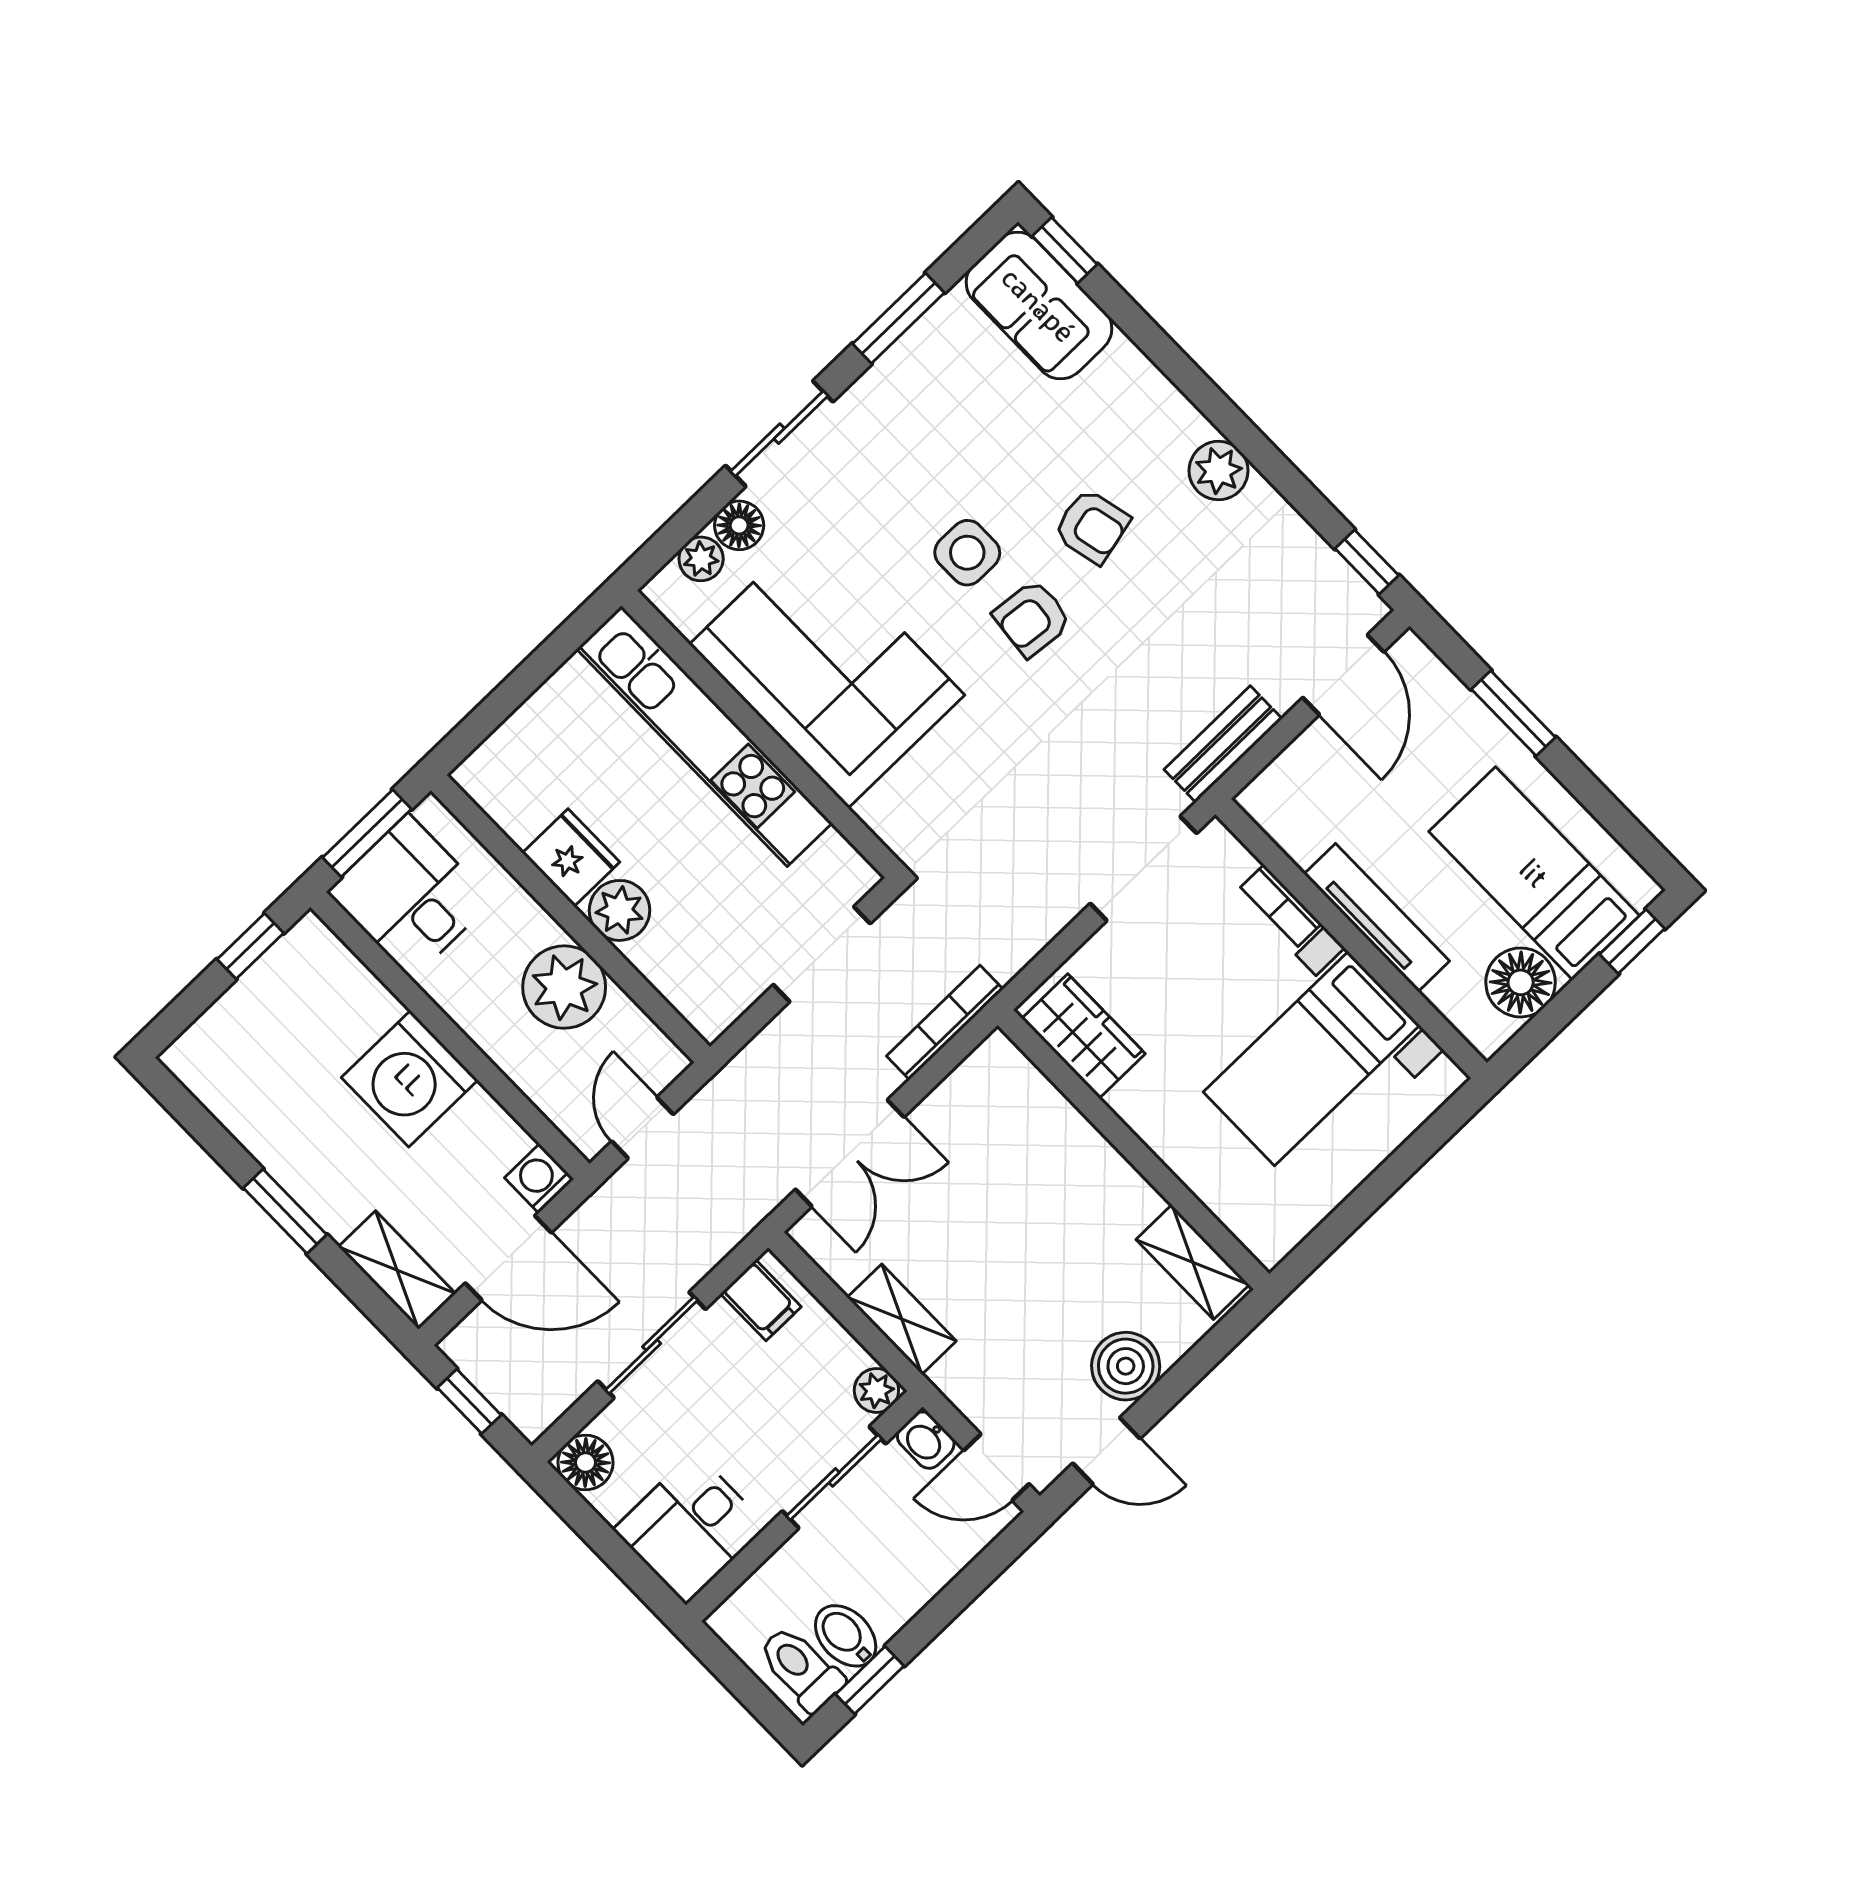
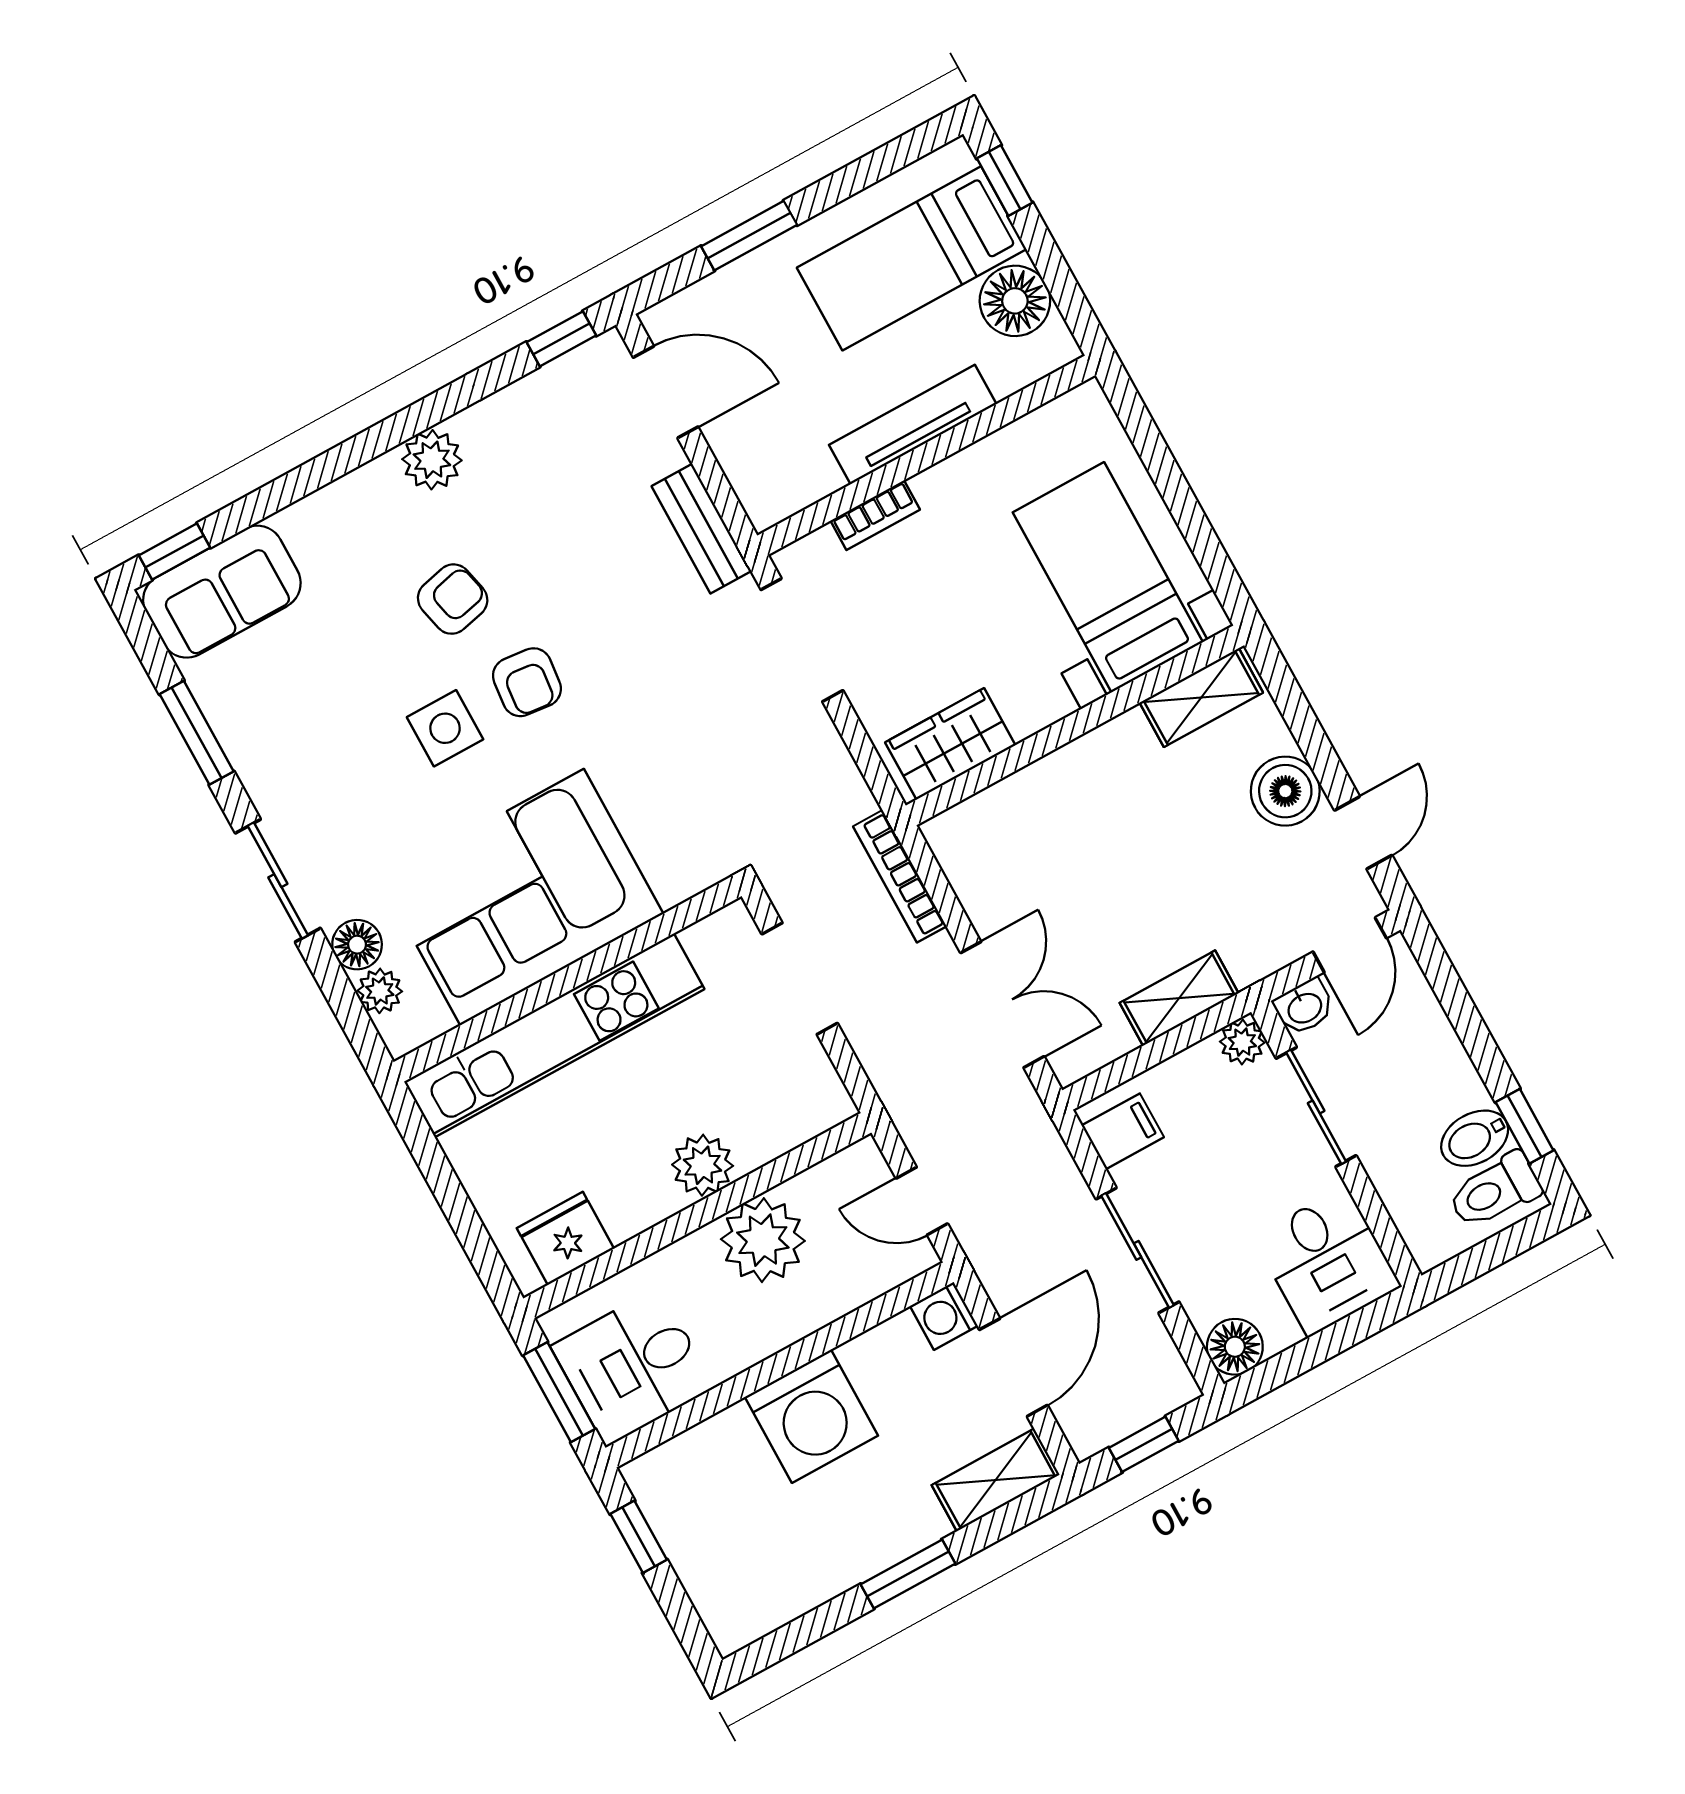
fridge: (571, 858) -> (565, 1238), moved
bed with nightstands: (1311, 1059) -> (1108, 577), moved, turned 180

